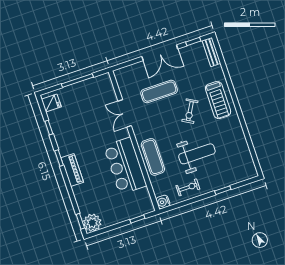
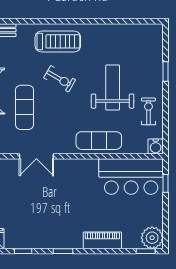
bar counter: (125, 166) -> (131, 177), moved
piano: (72, 170) -> (102, 240), moved

